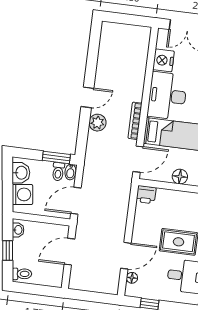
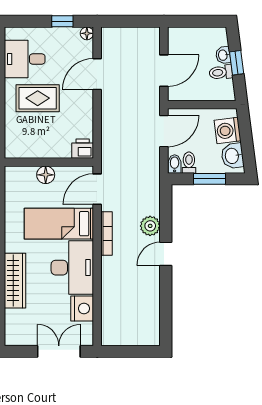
window: (56, 157) -> (209, 179), moved
washbasin: (18, 230) -> (223, 55), moved
toilet: (22, 274) -> (221, 72), moved
floor lamp: (132, 278) -> (87, 33), moved

